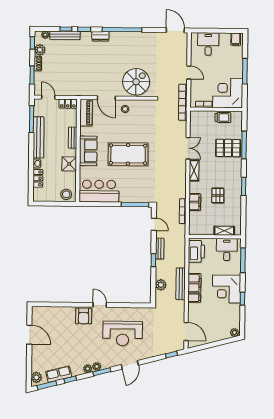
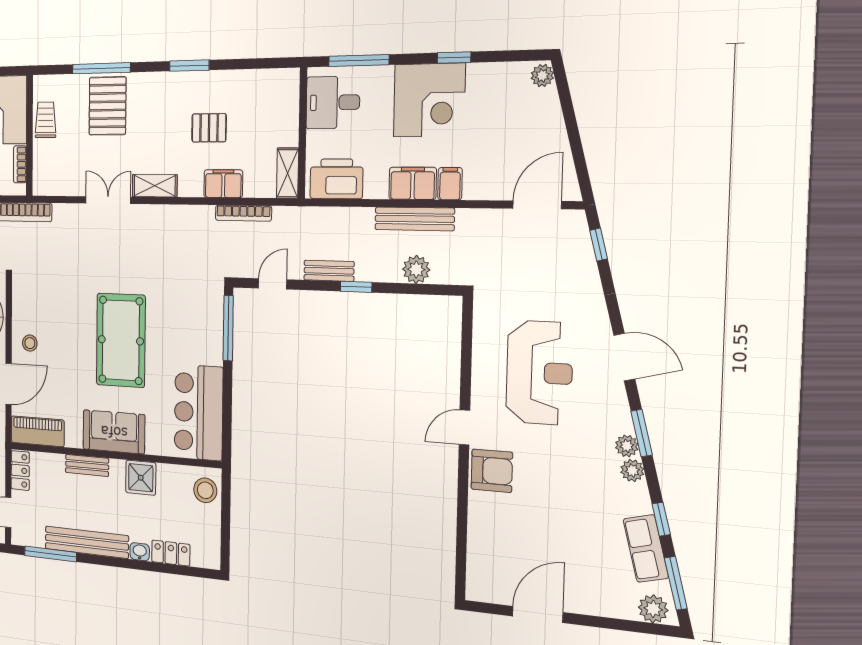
shelving: (224, 231) -> (288, 173), moved

